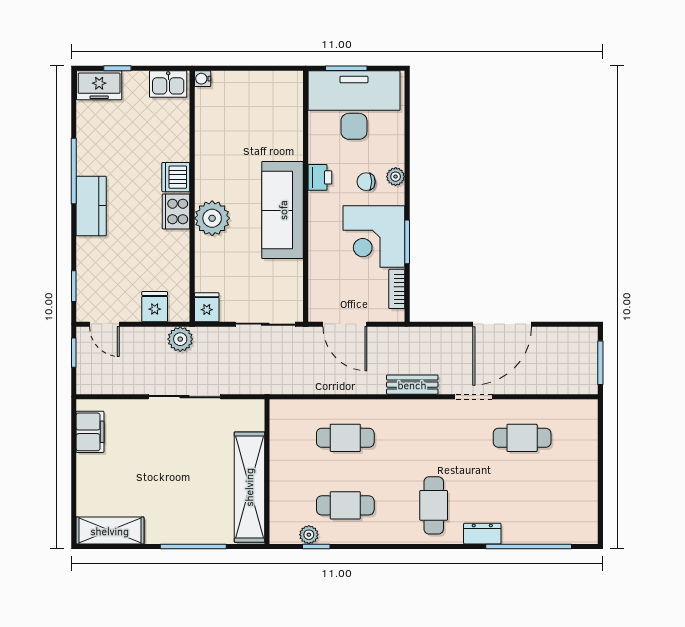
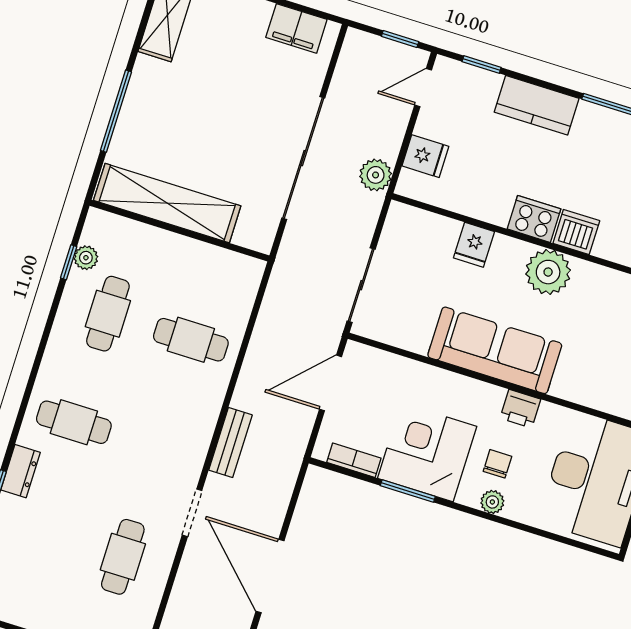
kitchen counter: (91, 206) -> (537, 105), moved
plant: (212, 218) -> (548, 272), moved
fridge: (207, 307) -> (474, 245), moved, turned 90
sliding door: (184, 397) -> (303, 158), width x1.36
cafe table: (345, 438) -> (191, 340), turned 90

